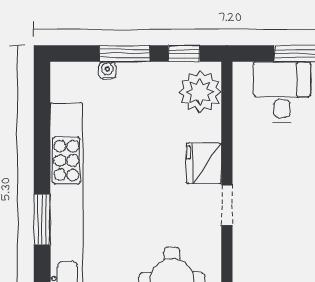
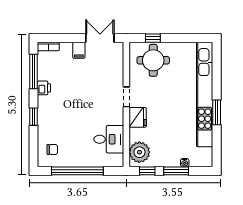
desk: (282, 92) -> (109, 139), moved, turned -90
window: (42, 220) -> (217, 112), moved

